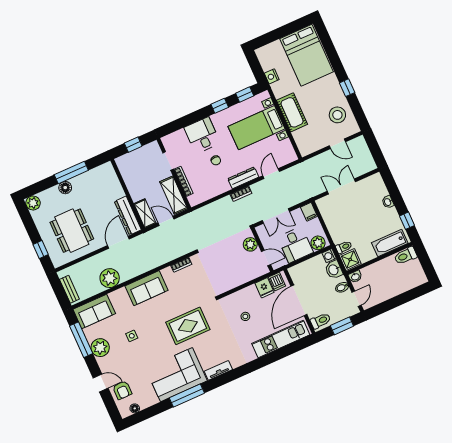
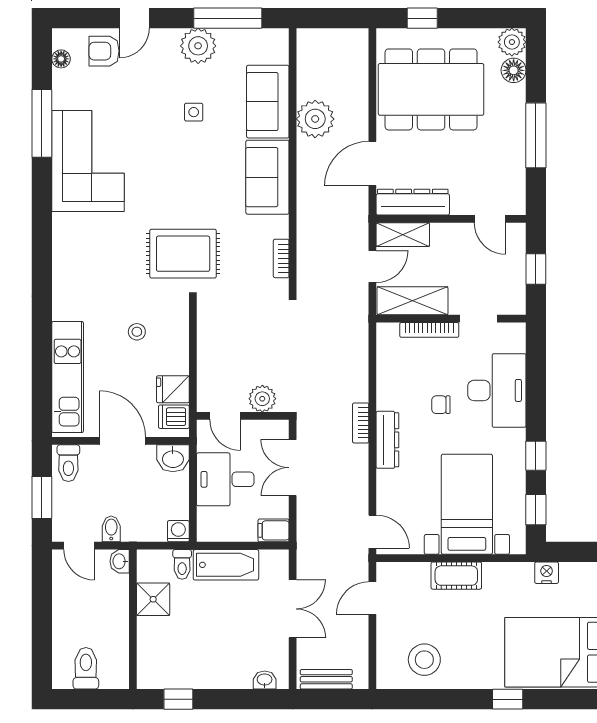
window: (347, 88) -> (508, 699), moved
cot: (292, 112) -> (456, 576), width x0.73, depth x0.75
desk: (202, 135) -> (497, 390), width x1.37
door: (337, 144) -> (372, 598), moved
door: (271, 174) -> (372, 532), moved
door: (120, 176) -> (490, 219), added
floor lamp: (65, 188) -> (514, 70), moved
washbasin: (388, 202) -> (265, 680), moved
dining table: (72, 231) -> (431, 89), width x1.36, depth x1.24
door: (118, 242) -> (372, 164), swing flipped
plant: (318, 243) -> (210, 522), removed
bathtub: (390, 243) -> (226, 565), moved, turned 90
toilet: (406, 256) -> (86, 668), moved
door: (266, 258) -> (225, 416), hinge flipped
shower: (350, 260) -> (153, 599), moved
washbasin: (334, 270) -> (173, 458), moved, turned 180
bench: (69, 289) -> (326, 679), moved
door: (299, 300) -> (122, 441), width x0.73
sofa: (94, 311) -> (268, 102), moved
rug: (188, 326) -> (183, 254), moved, turned 90
tv unit: (218, 370) -> (62, 240), removed
window: (187, 396) -> (42, 123), moved

